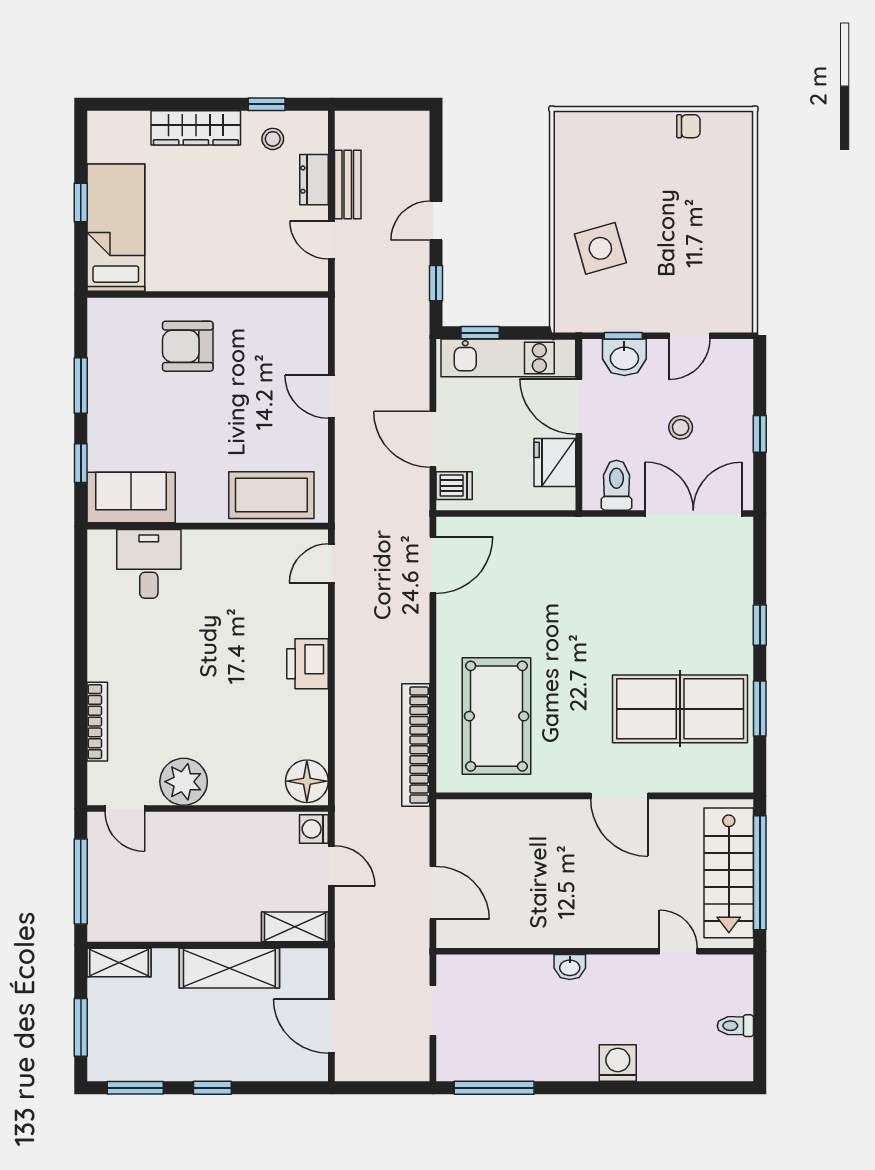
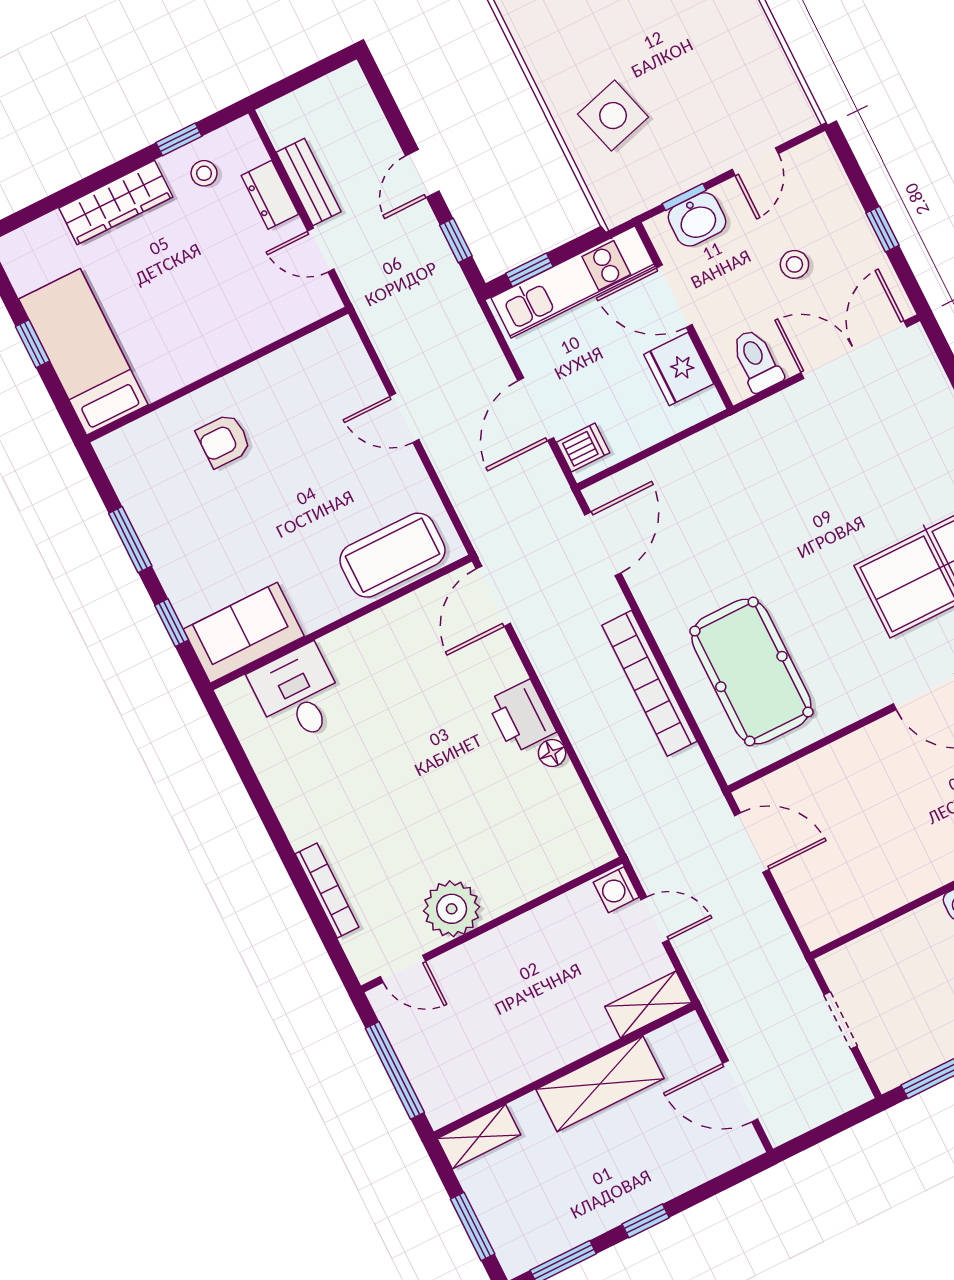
armchair: (188, 346) -> (224, 440), width x0.72, depth x0.72
door: (433, 439) -> (536, 409), hinge flipped
door: (331, 563) -> (493, 596), width x1.37
bookcase: (416, 745) -> (649, 683), moved
floor lamp: (307, 781) -> (552, 753), moved, width x0.53, depth x0.53
door: (433, 893) -> (752, 843), moved

